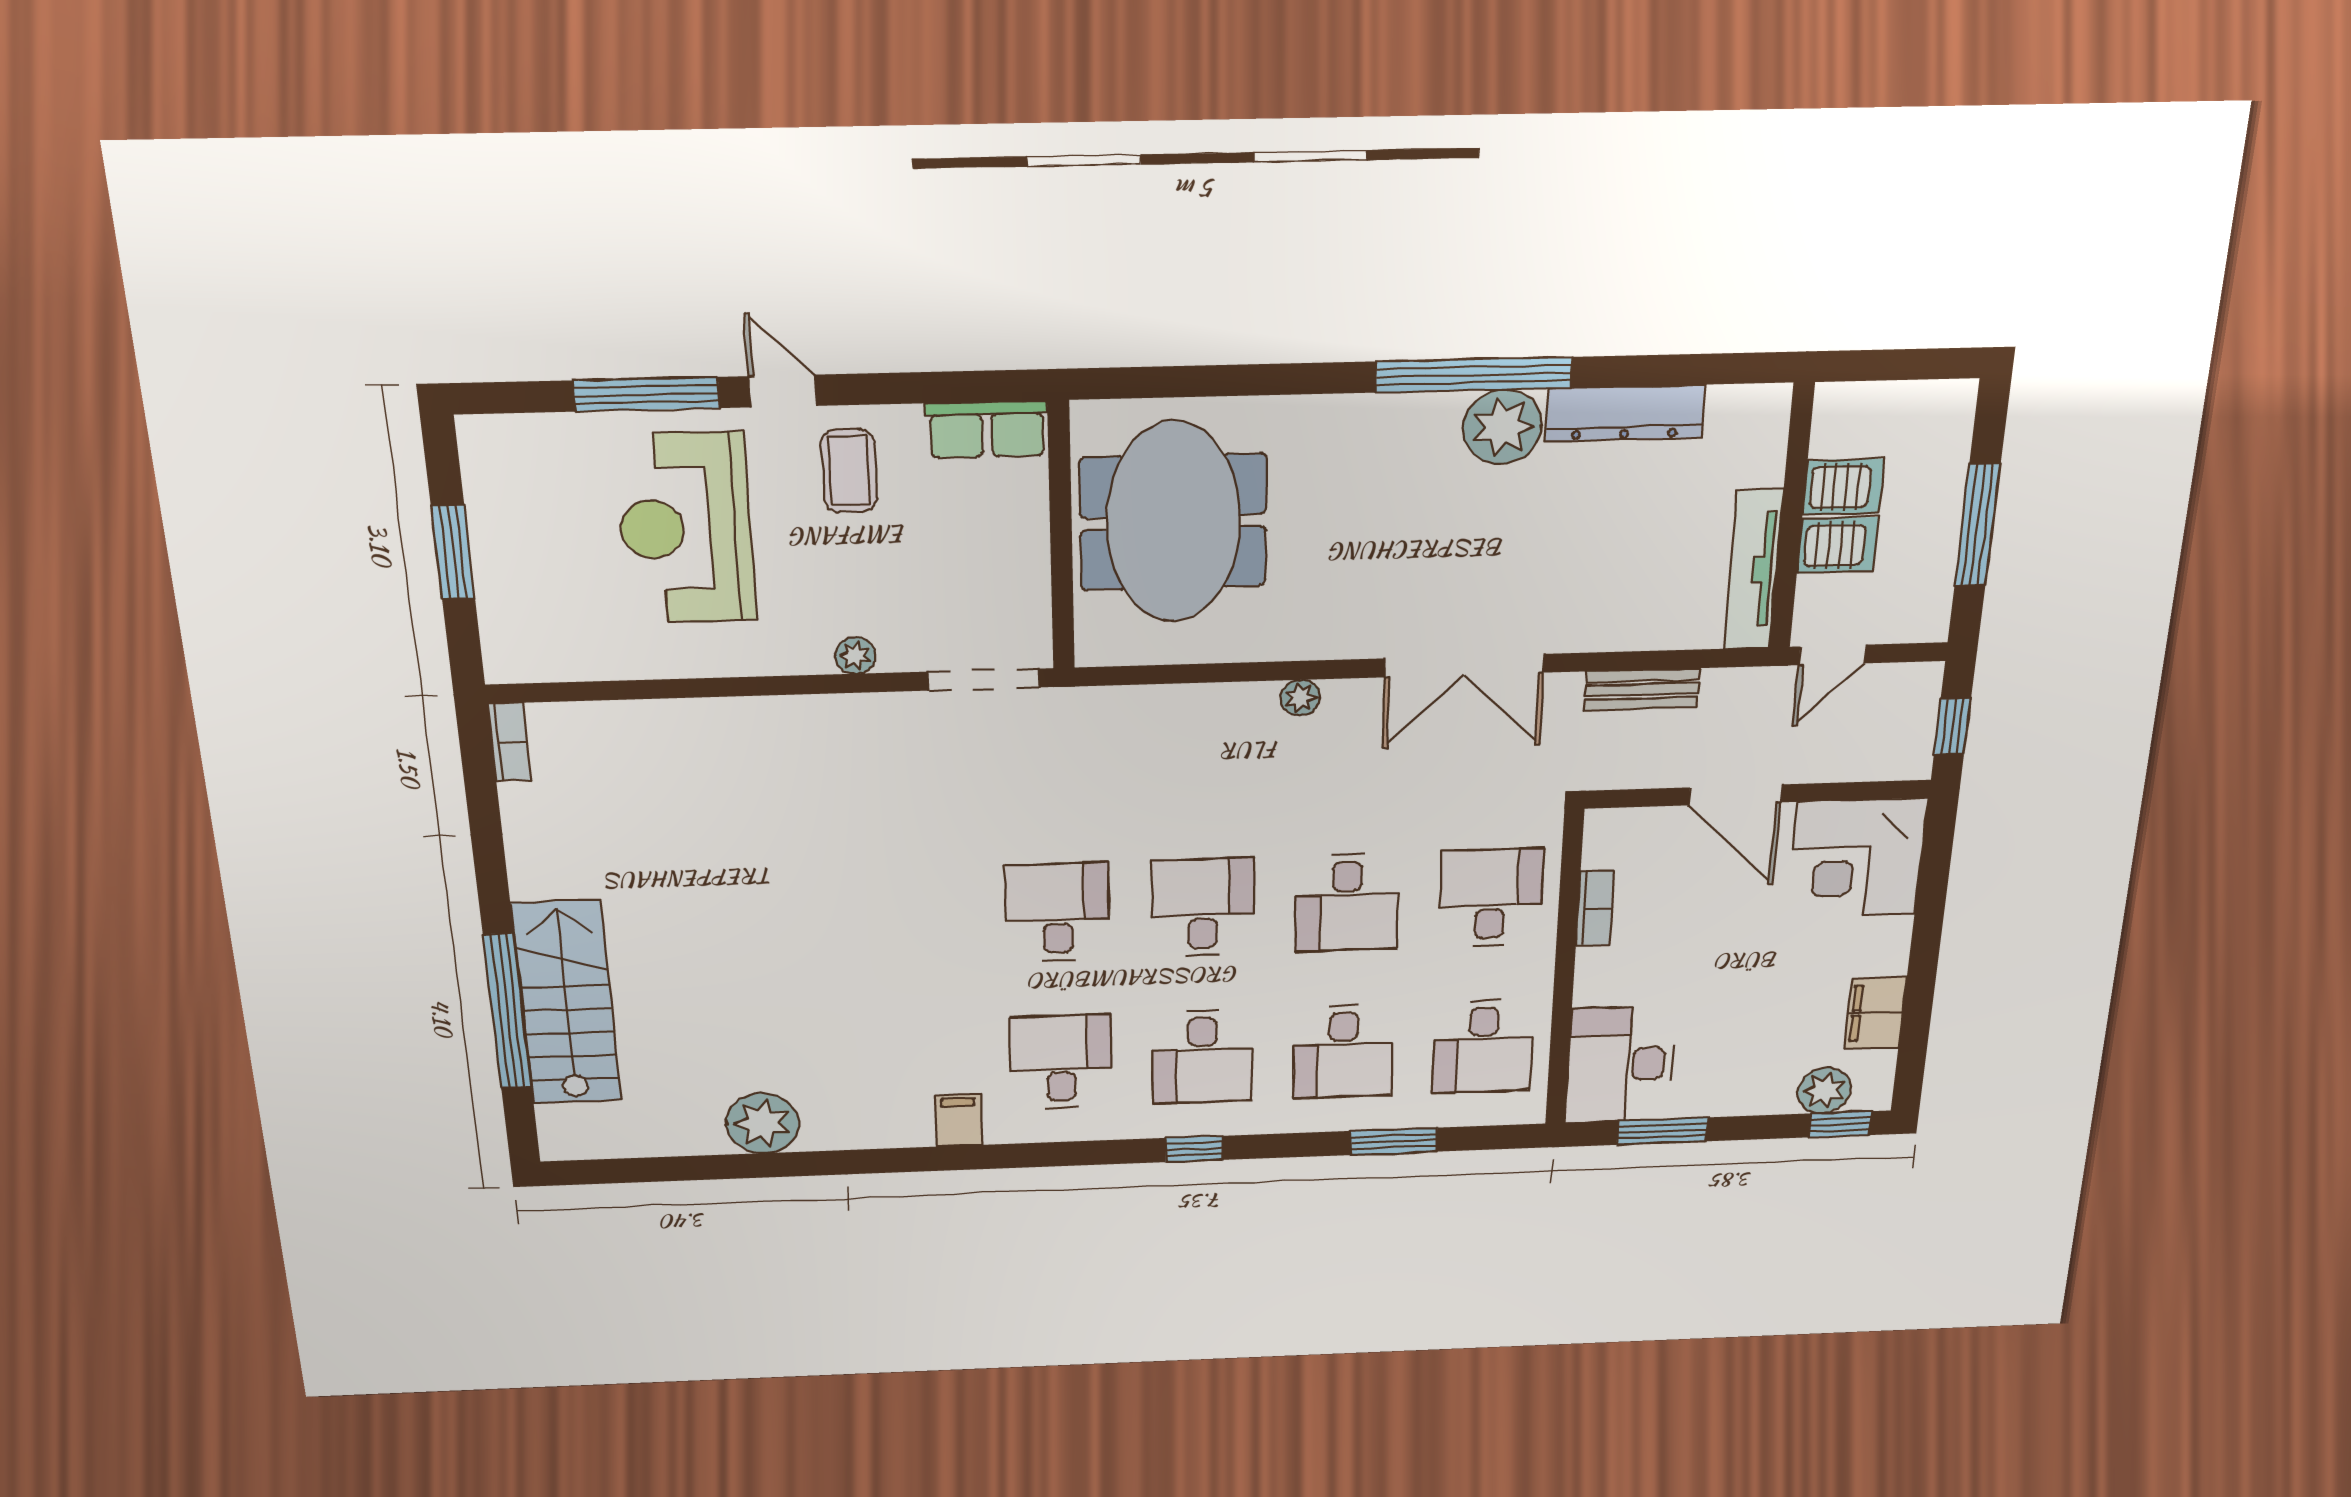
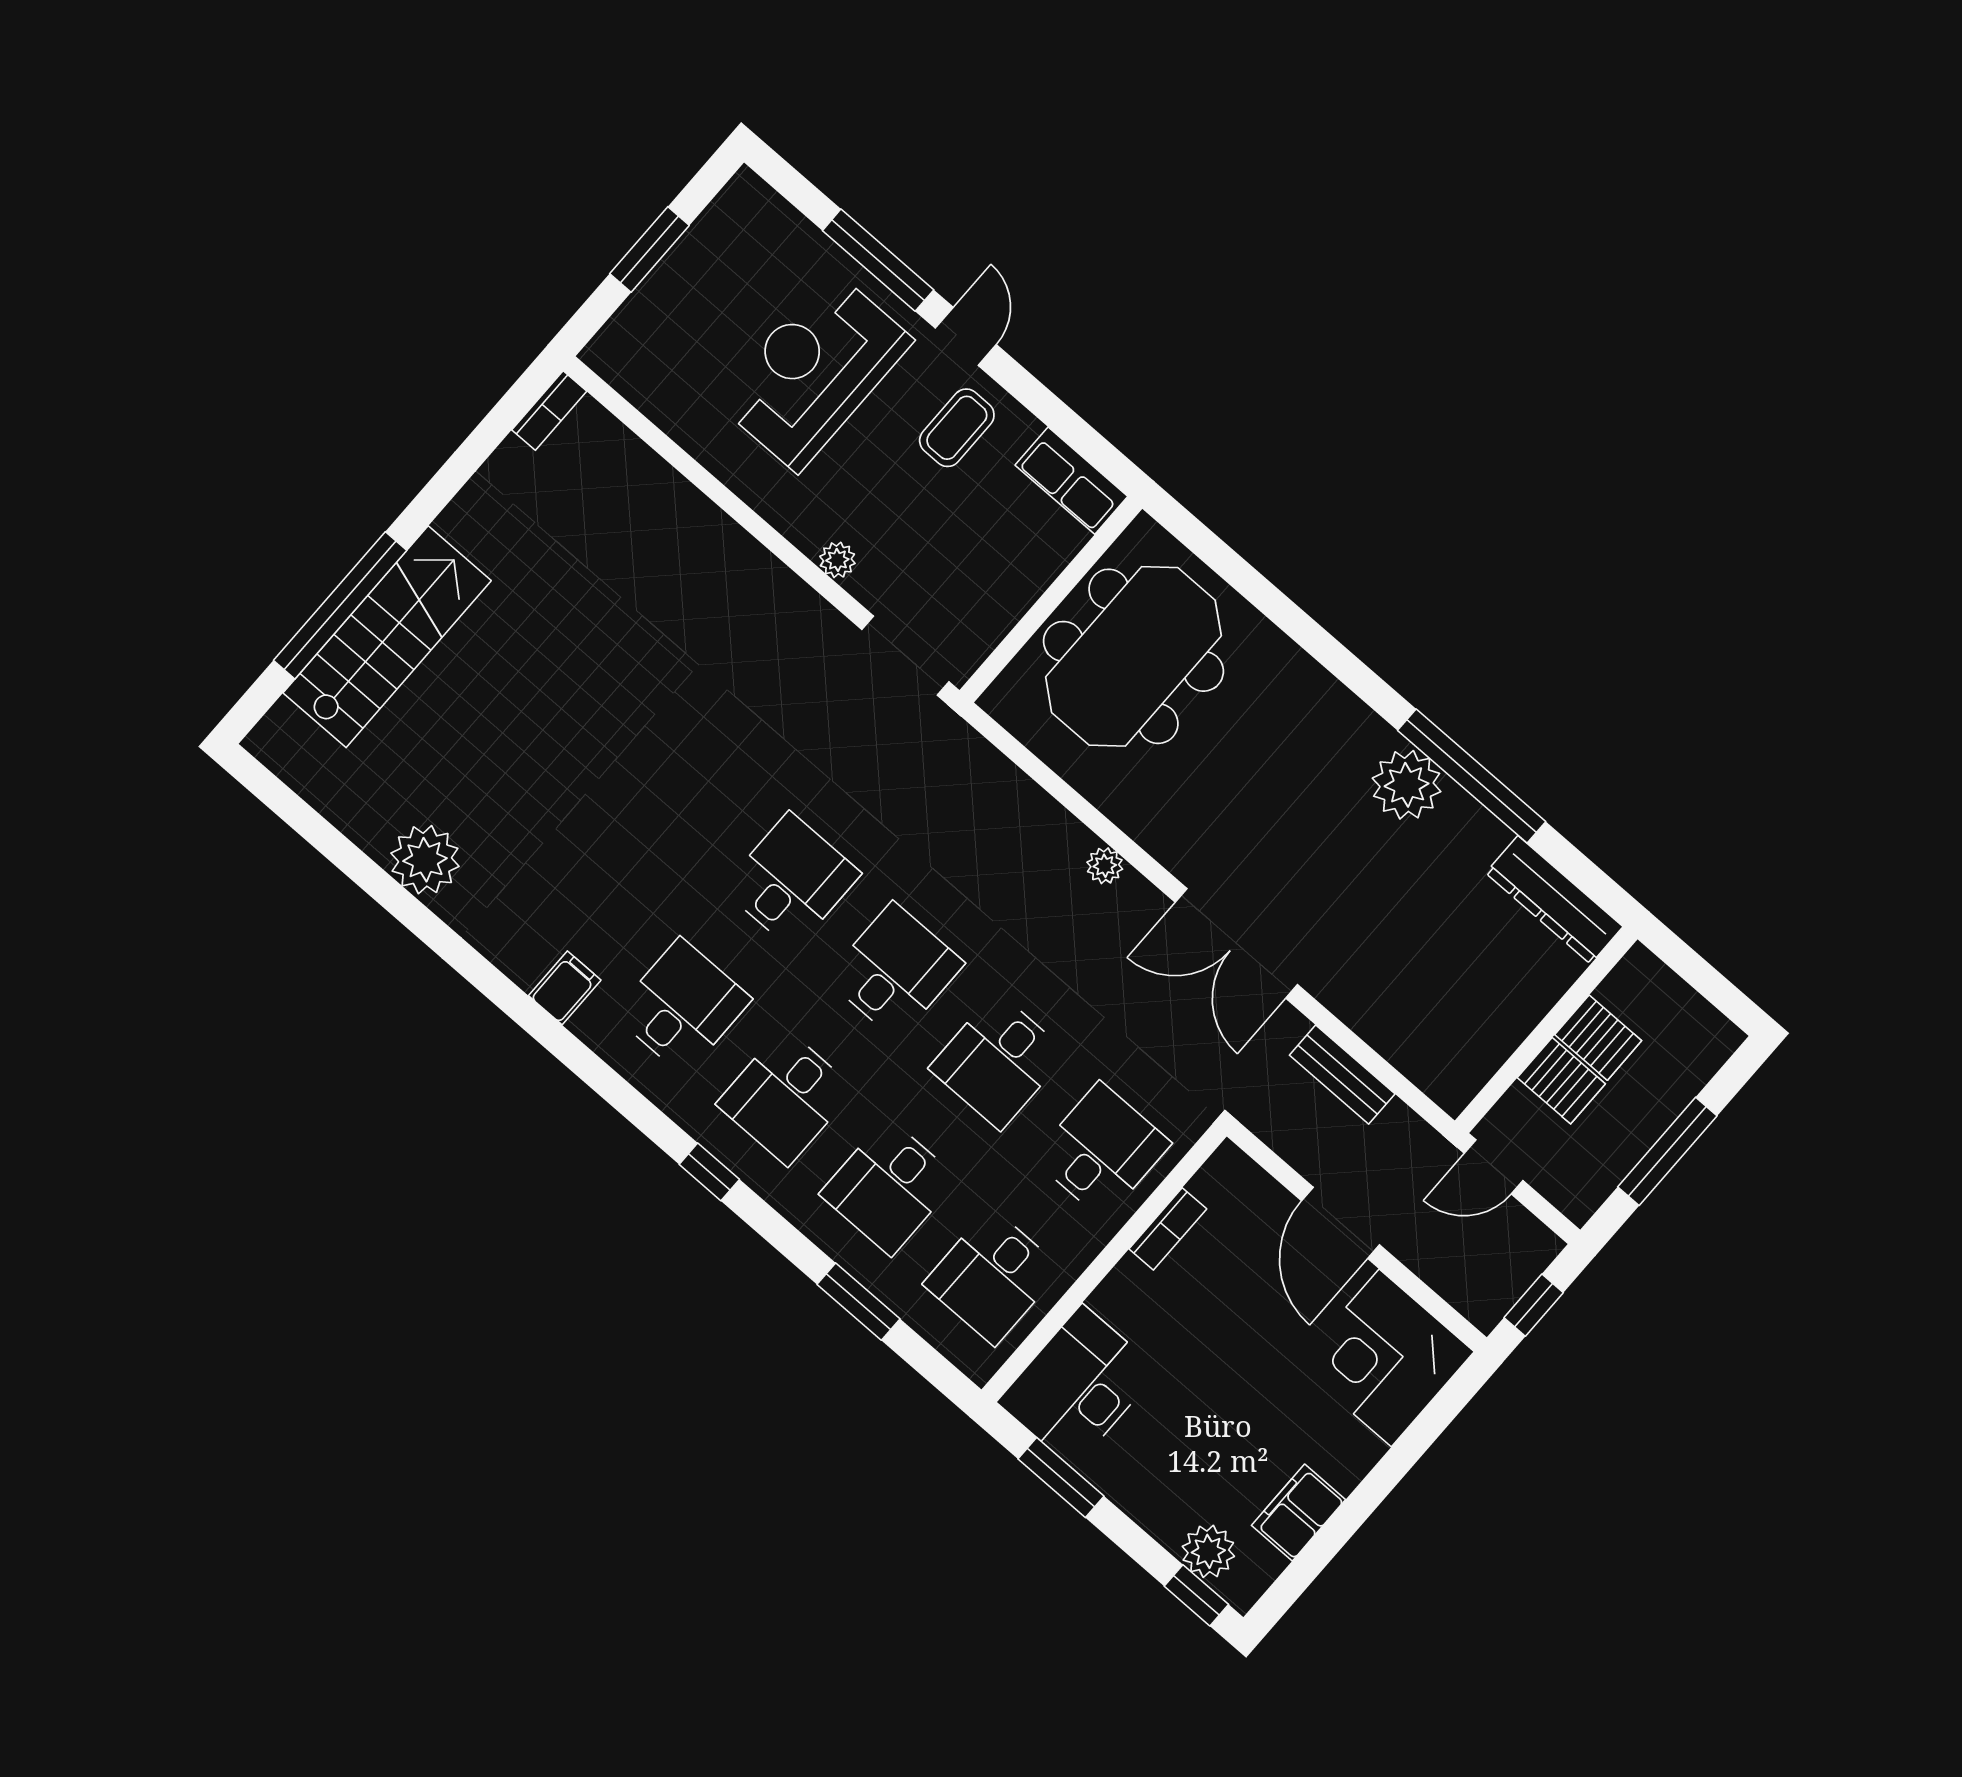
window: (1474, 375) -> (1472, 776), moved
dresser: (1625, 413) -> (1554, 900), moved
tv unit: (1753, 569) -> (1490, 1047), removed

